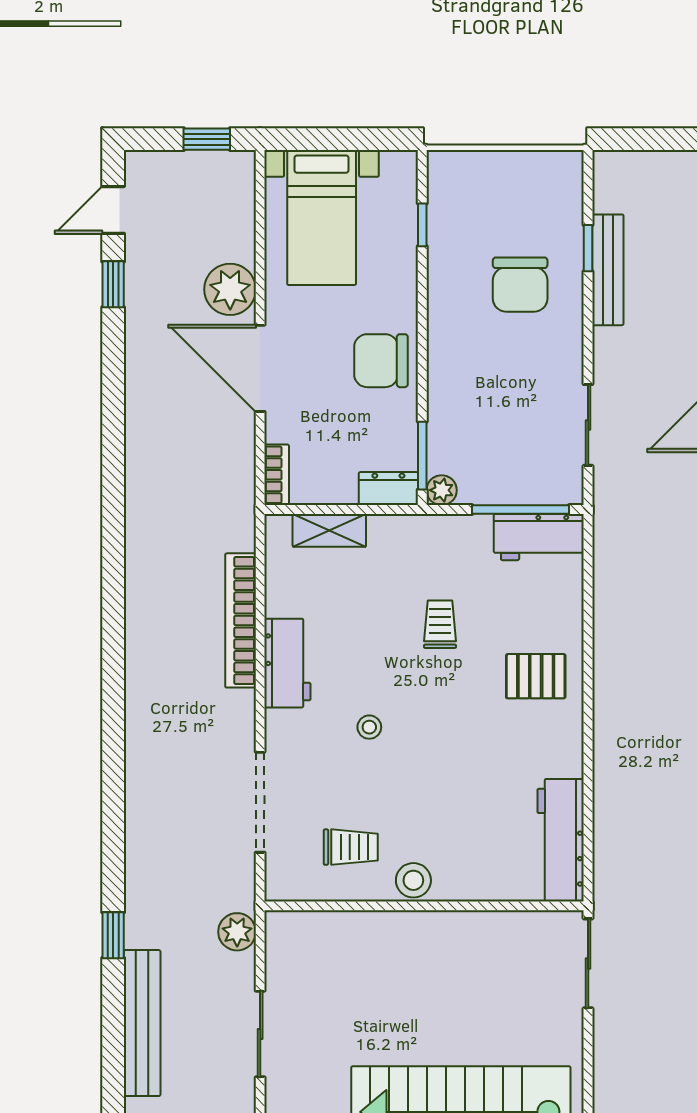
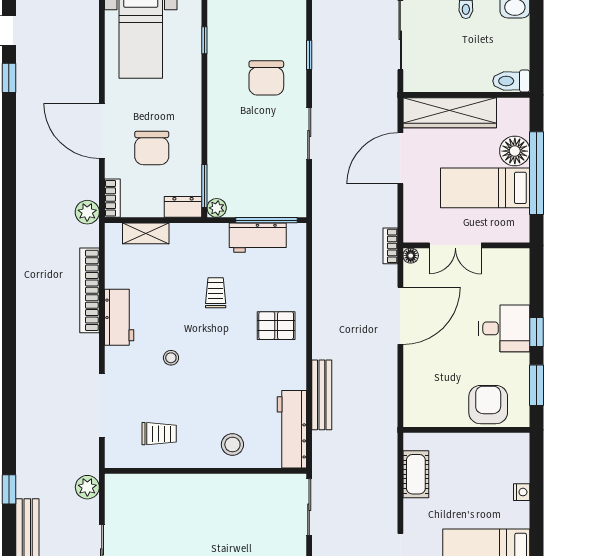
bench: (608, 270) -> (322, 395), moved
plant: (230, 289) -> (87, 212), moved, width x0.73, depth x0.73
chair: (381, 361) -> (152, 148), moved, turned -90
sliding door: (588, 425) -> (309, 133), moved
workbench: (539, 537) -> (258, 238), moved
stool: (413, 880) -> (232, 445), moved

